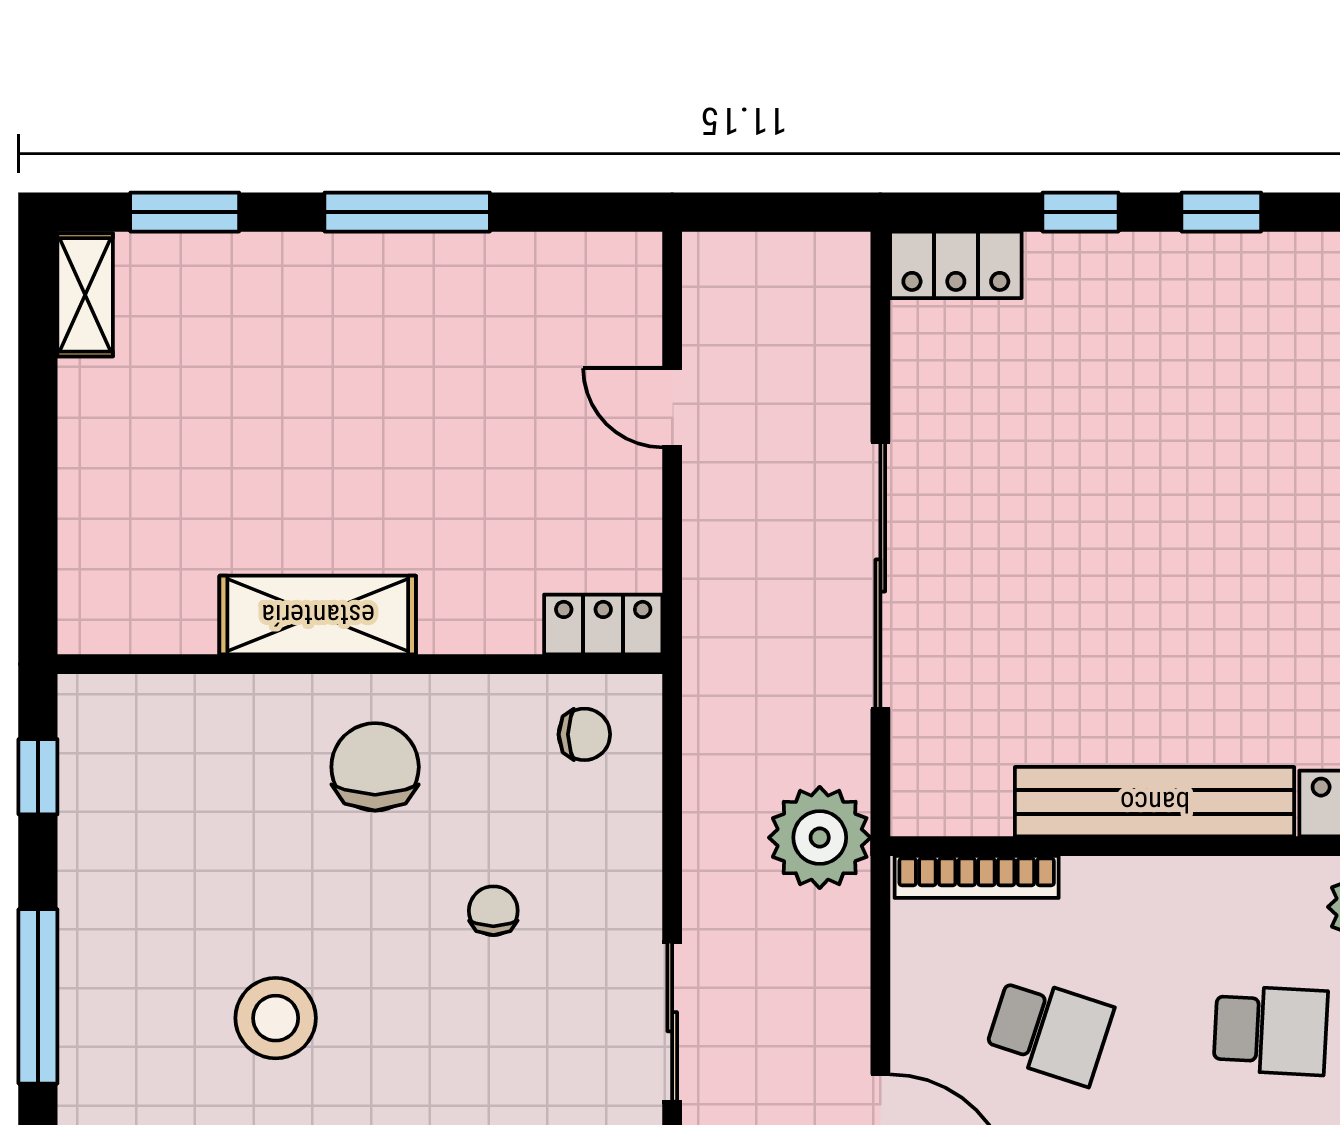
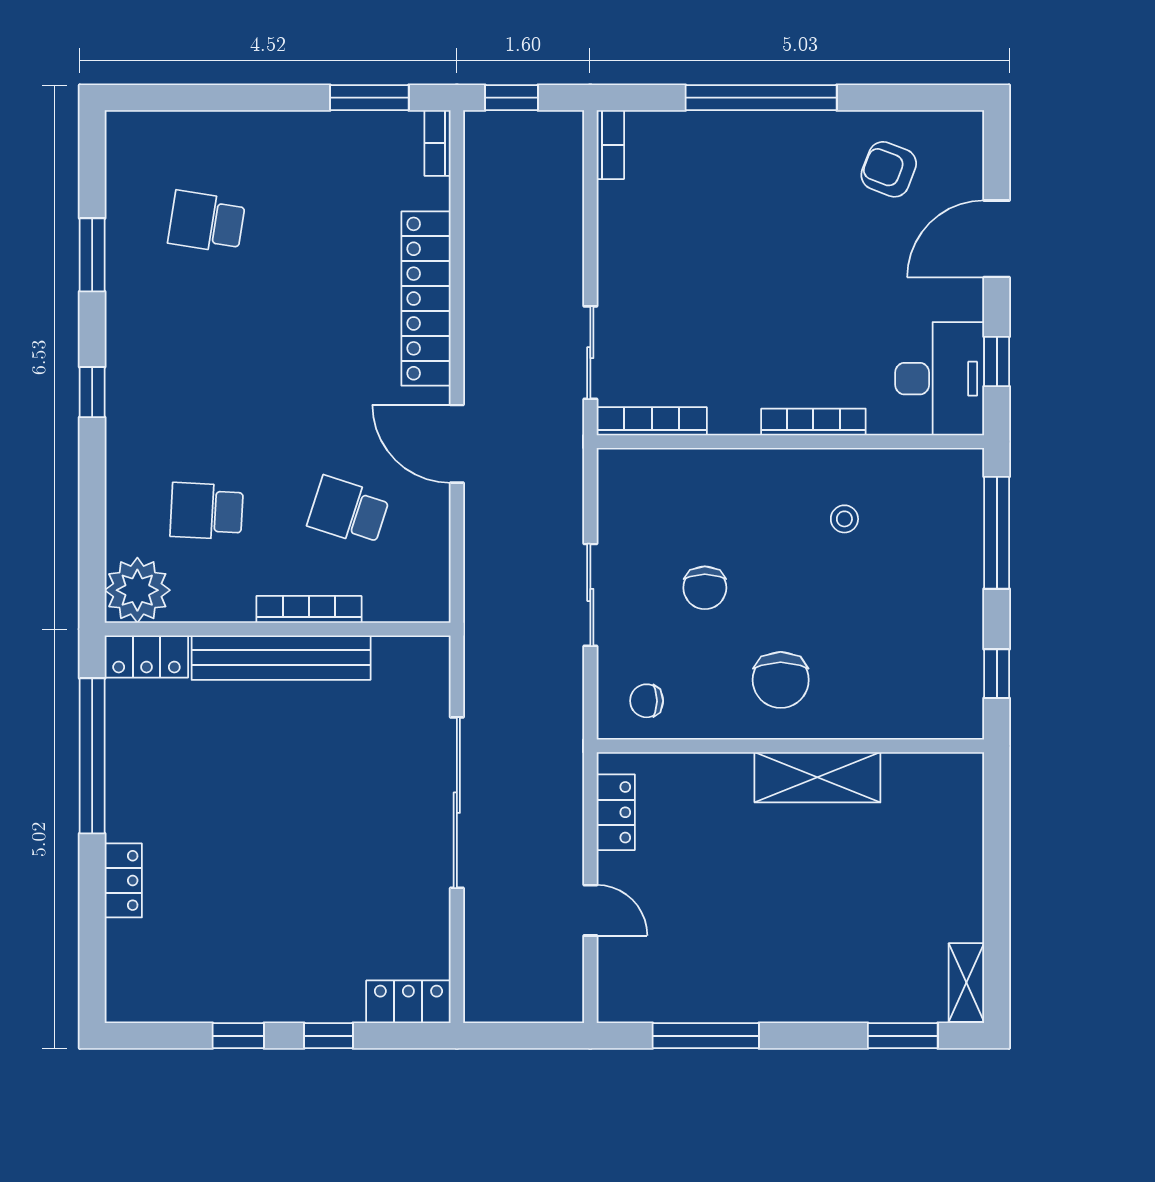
window: (407, 212) -> (706, 1036), moved
locker: (603, 624) -> (616, 812), moved, turned -90
plant: (820, 838) -> (496, 635), removed
bookcase: (977, 877) -> (309, 609), moved
chair: (493, 911) -> (705, 588), width x1.37, depth x1.37
stool: (276, 1018) -> (844, 519), width x0.53, depth x0.53
sliding door: (672, 1022) -> (590, 595), moved

